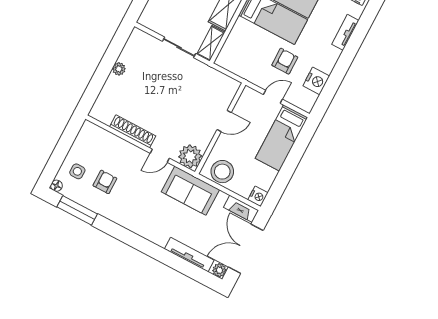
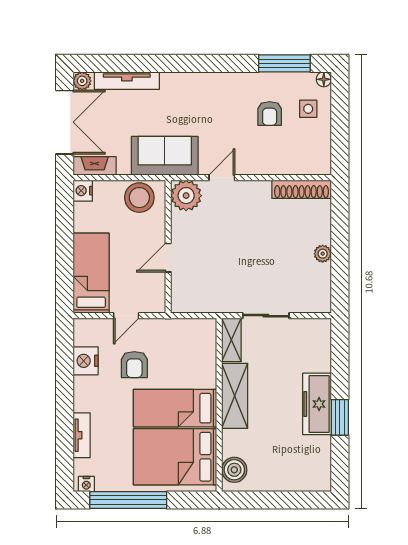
shoe rack: (133, 131) -> (302, 189), moved

